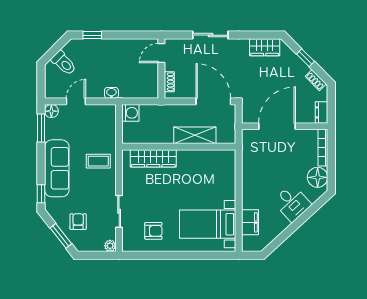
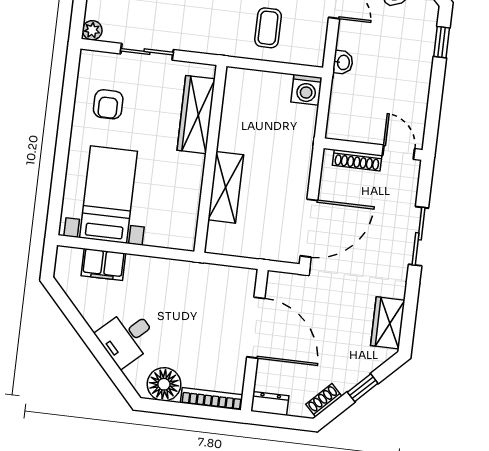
shoe rack: (169, 82) -> (357, 160), width x1.43
shelving: (195, 135) -> (226, 187), moved
wall: (179, 147) -> (210, 159), moved
wardrobe: (153, 158) -> (196, 115), moved
coffee table: (98, 161) -> (268, 28), moved

